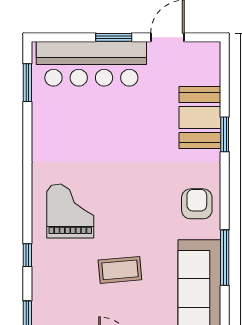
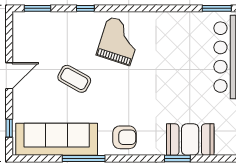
grand piano: (70, 211) -> (119, 41), turned -72
coffee table: (120, 270) -> (74, 79), turned -56

